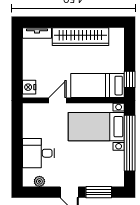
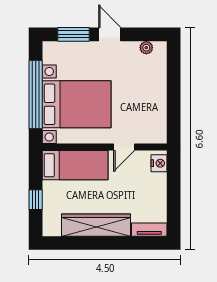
window: (130, 79) -> (36, 200), moved
bed with nightstands: (96, 127) -> (77, 104), width x1.36
desk: (39, 153) -> (147, 82), removed

